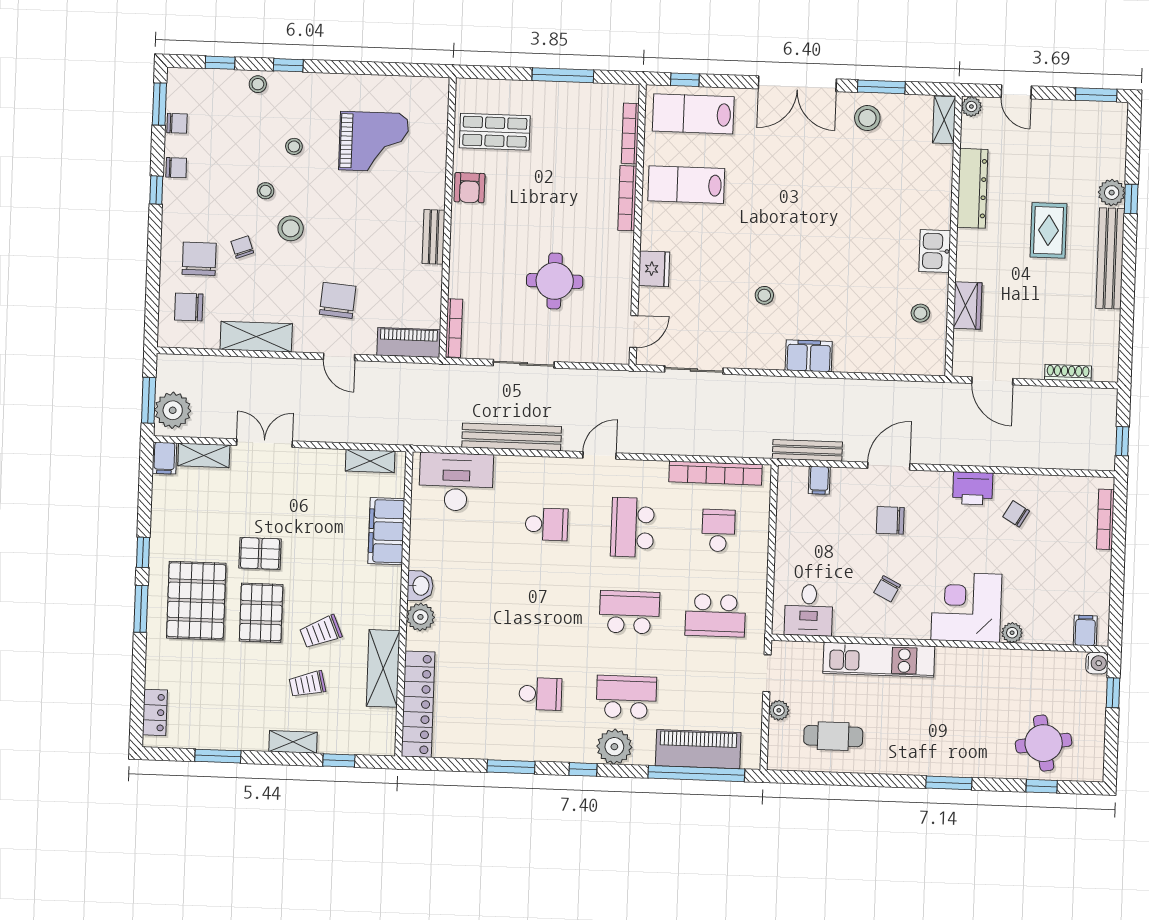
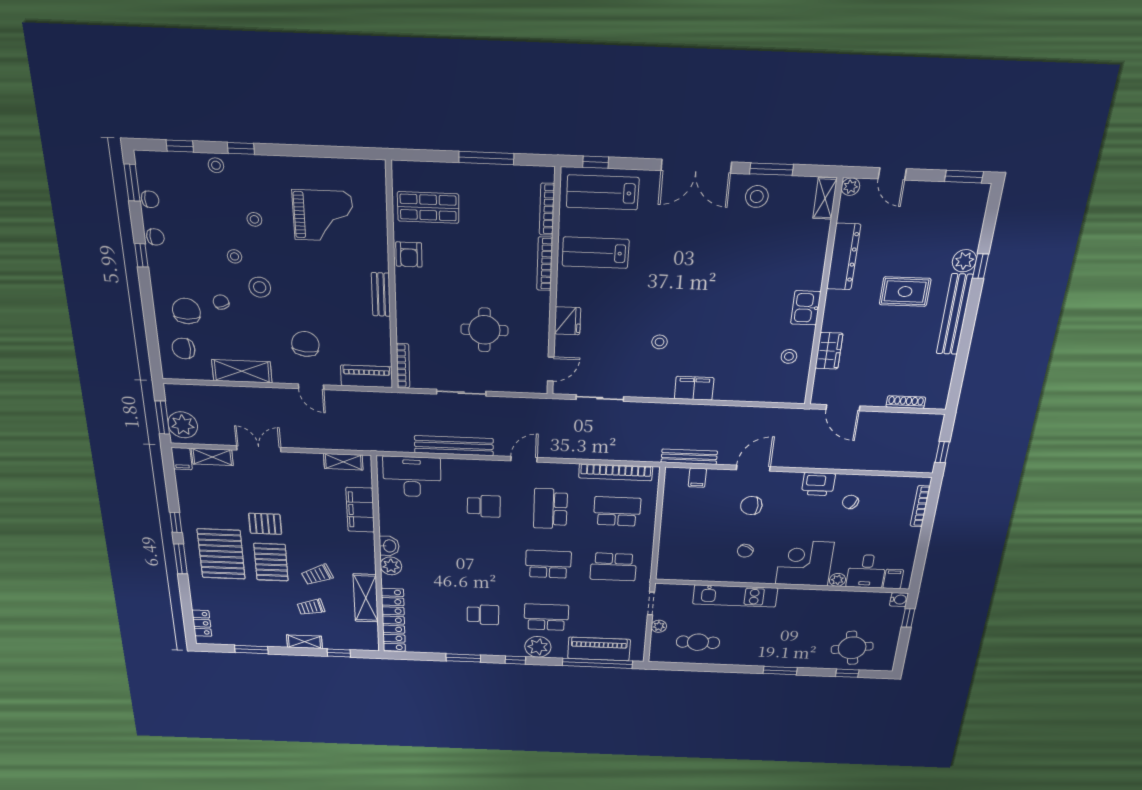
rug: (1049, 230) -> (905, 292), turned 90
school desk: (718, 531) -> (617, 511), width x1.85
desk: (809, 610) -> (866, 571), moved

